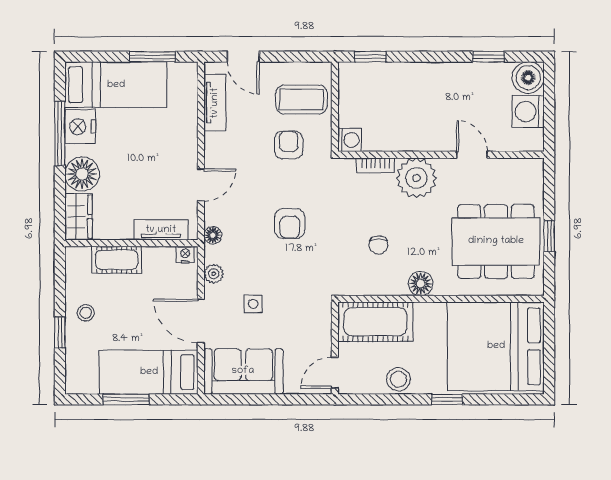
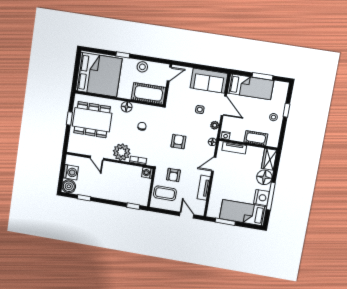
tv unit: (215, 103) -> (204, 188), moved

